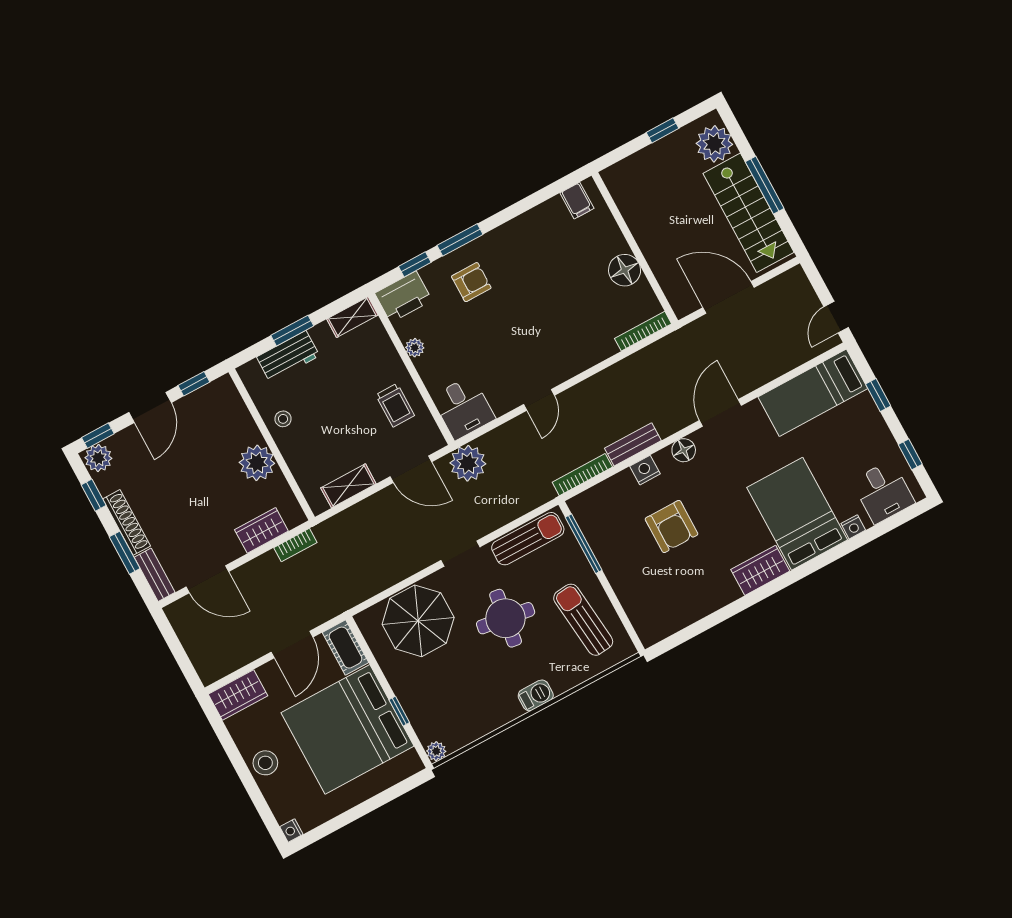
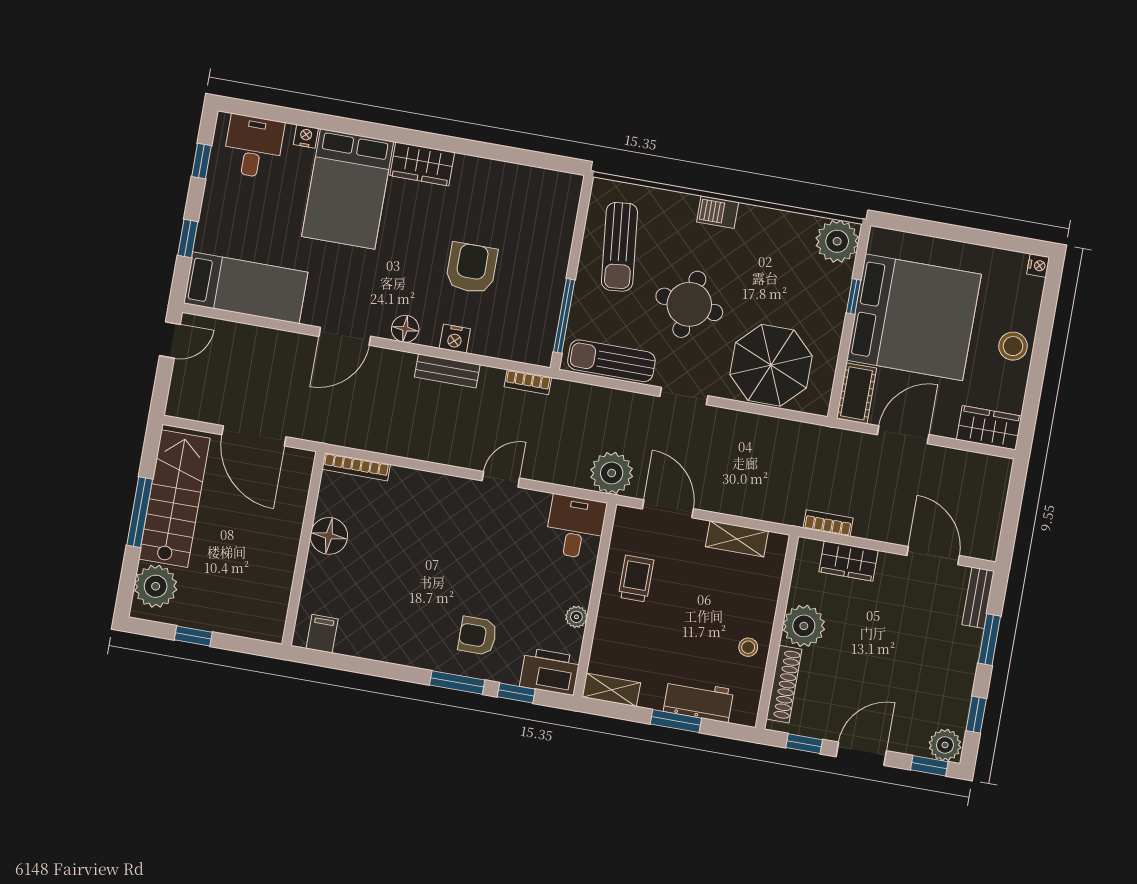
bookcase: (582, 475) -> (528, 382), width x0.64
shoe rack: (127, 522) -> (784, 684), moved, turned 180
plant: (436, 751) -> (837, 241), width x1.88, depth x1.88

